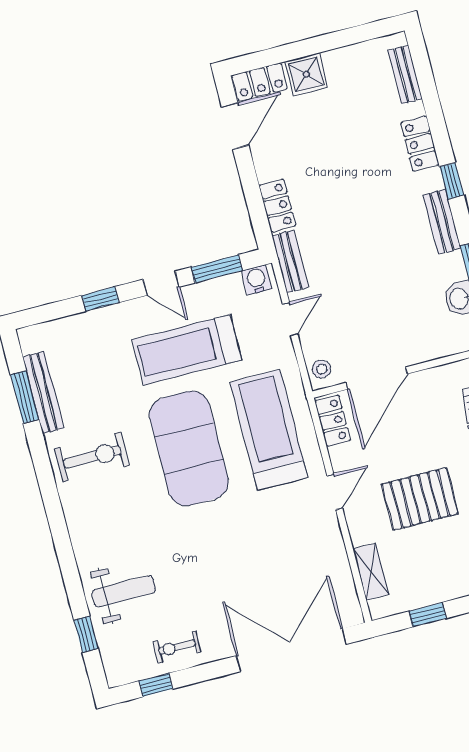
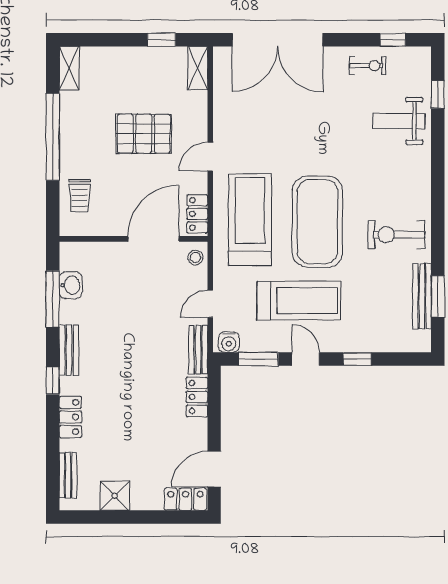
shower: (306, 74) -> (115, 496), moved
treadmill: (269, 430) -> (250, 220), turned 180
shelving: (371, 572) -> (198, 68), moved

